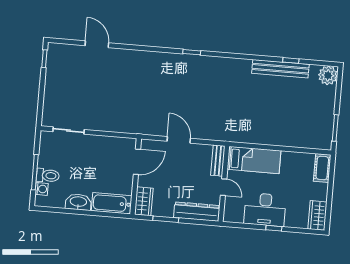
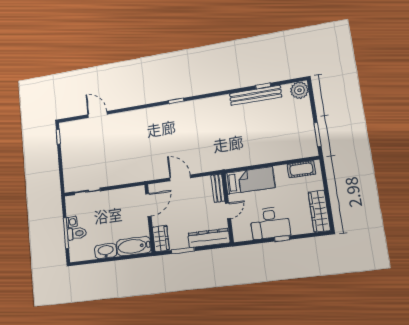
cot: (322, 168) -> (301, 169), moved, turned 90
door: (224, 187) -> (228, 211), hinge flipped
washing machine: (42, 189) -> (72, 222), moved
wardrobe: (317, 215) -> (319, 211), width x1.50

